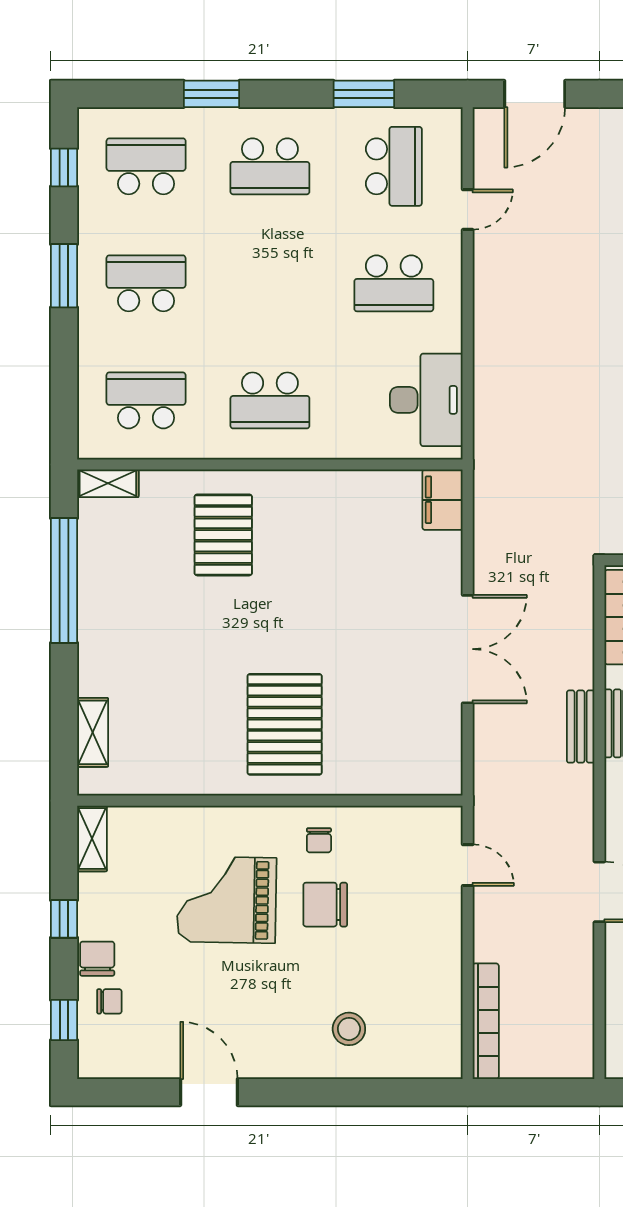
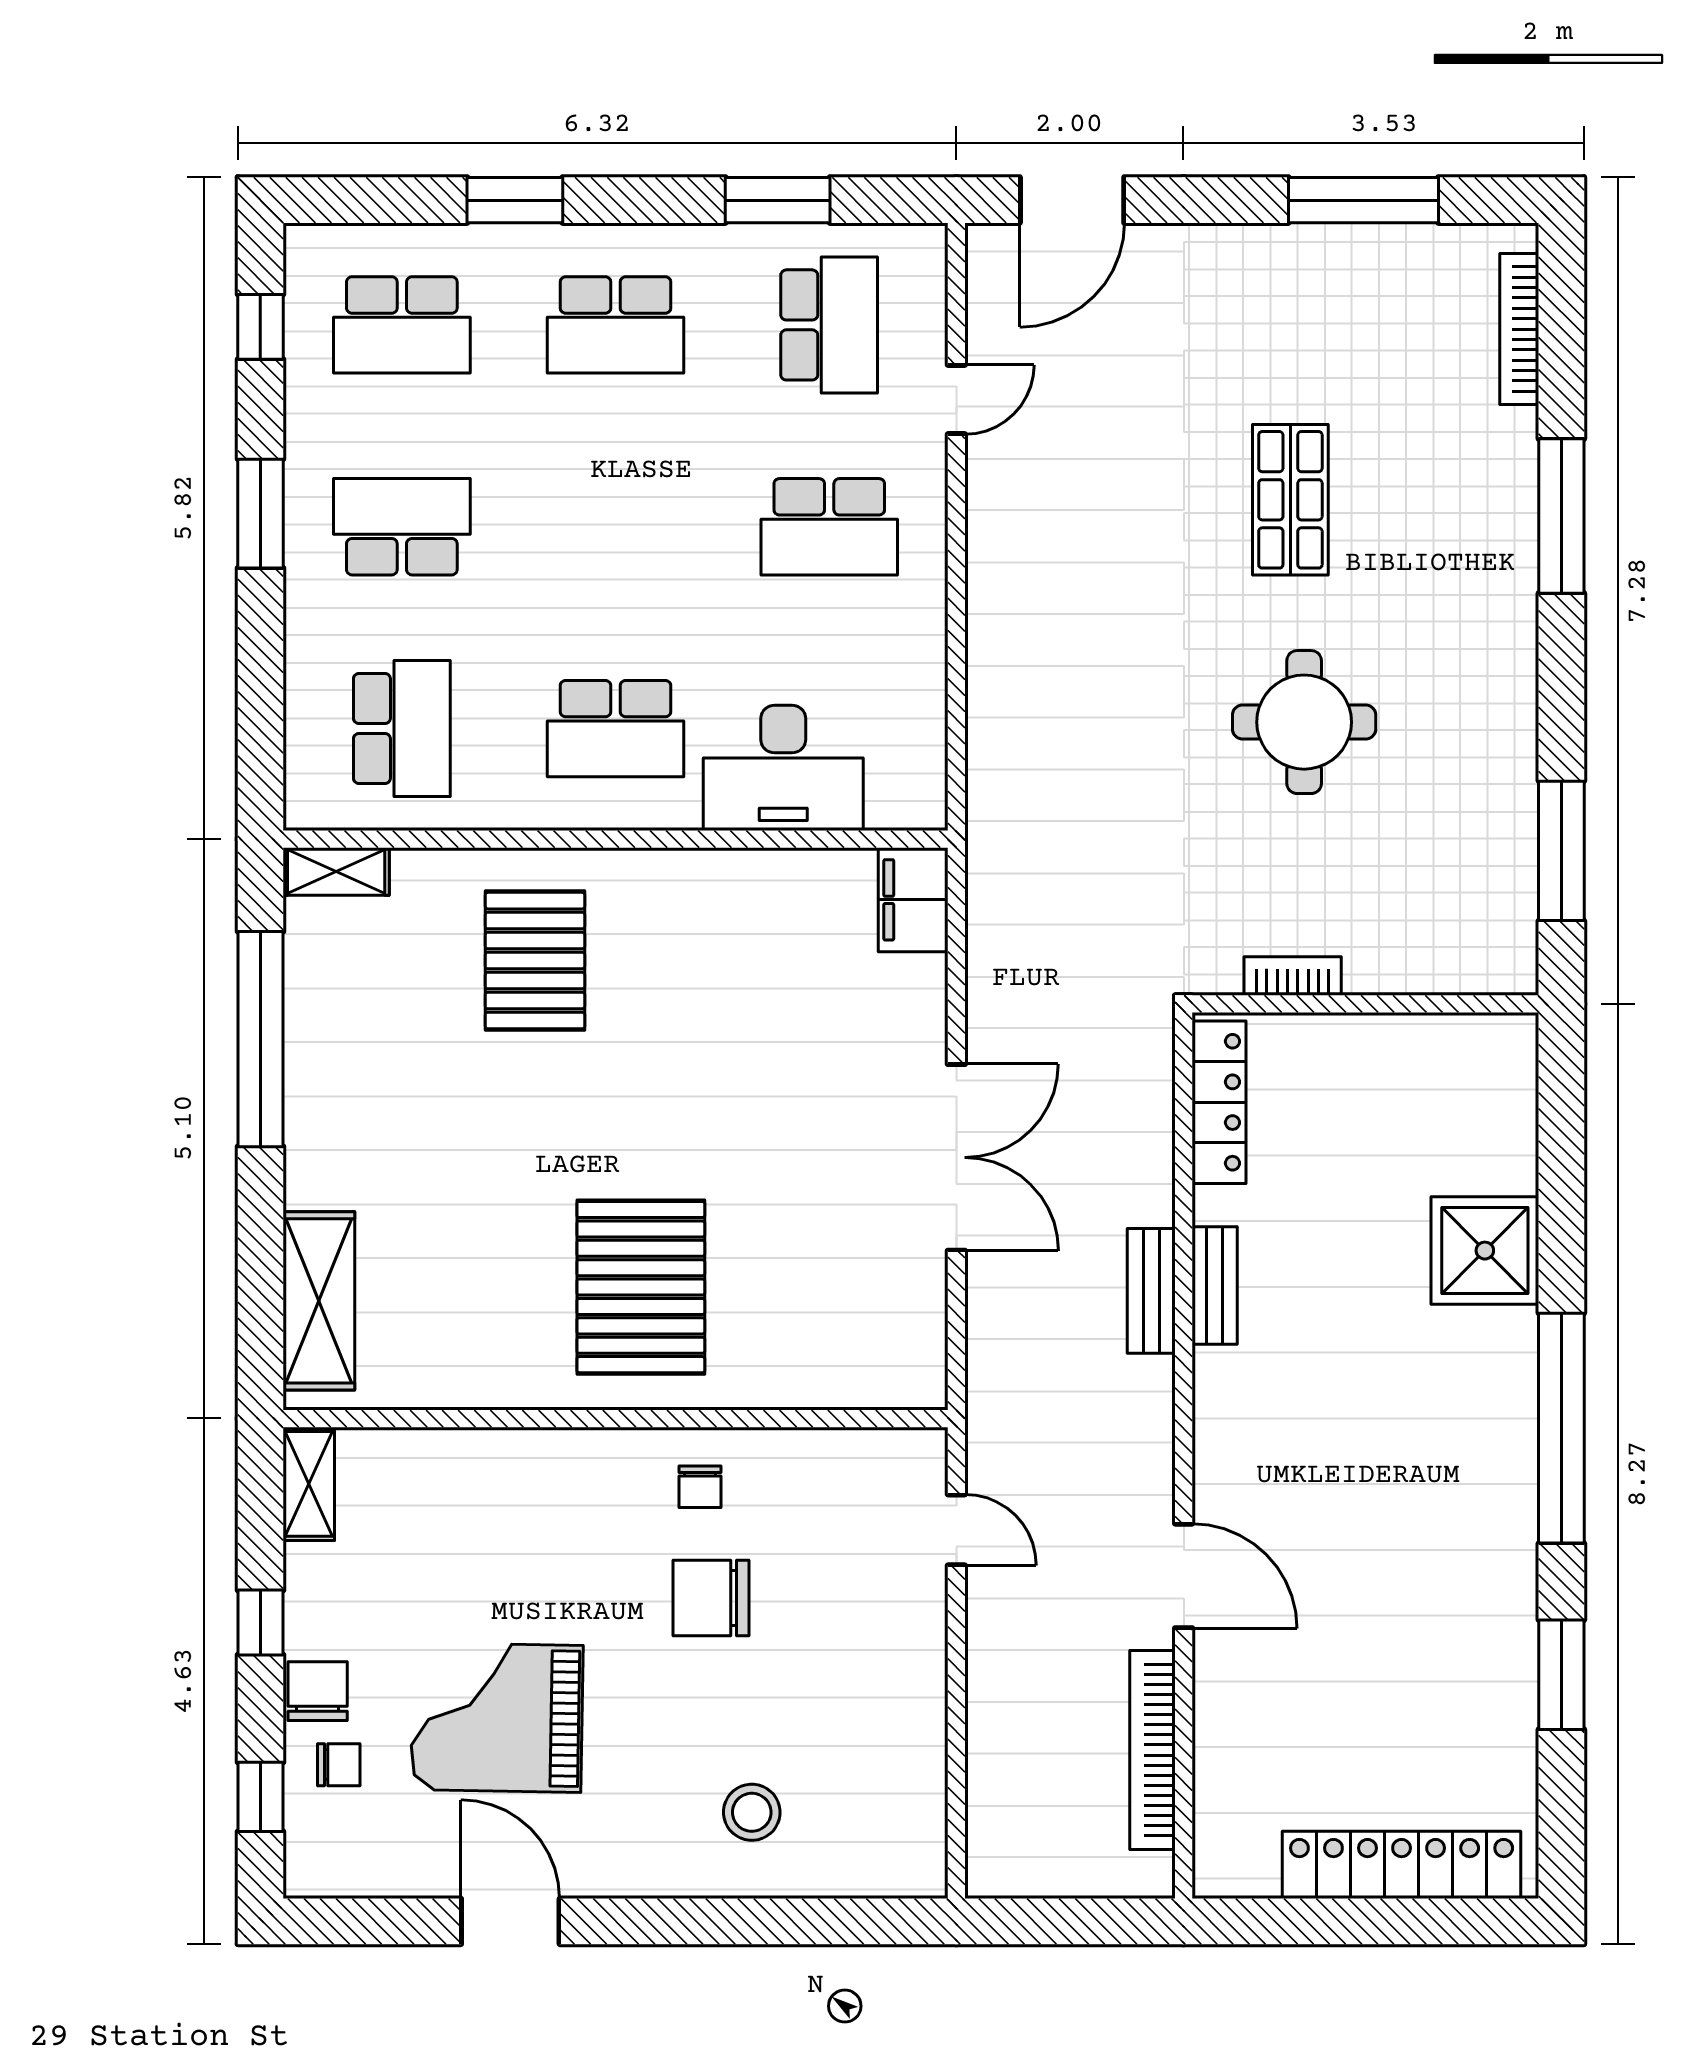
school desk: (146, 166) -> (402, 325), turned 180
school desk: (146, 400) -> (402, 729), turned 90
desk: (426, 400) -> (783, 768), moved, turned 90
shelving: (93, 732) -> (319, 1301), width x1.50, depth x1.33
grand piano: (227, 900) -> (497, 1717), moved
bookcase: (486, 1021) -> (1152, 1750), moved, turned 180

